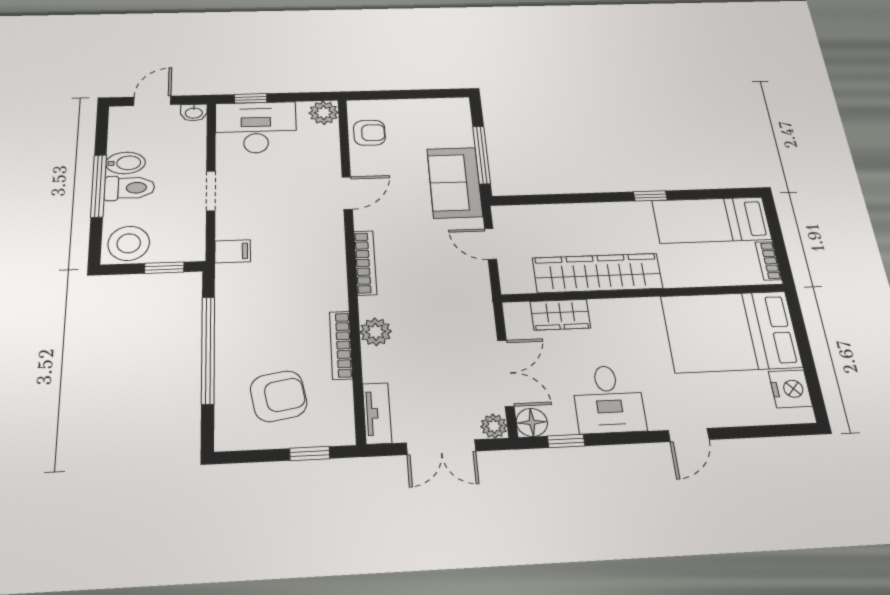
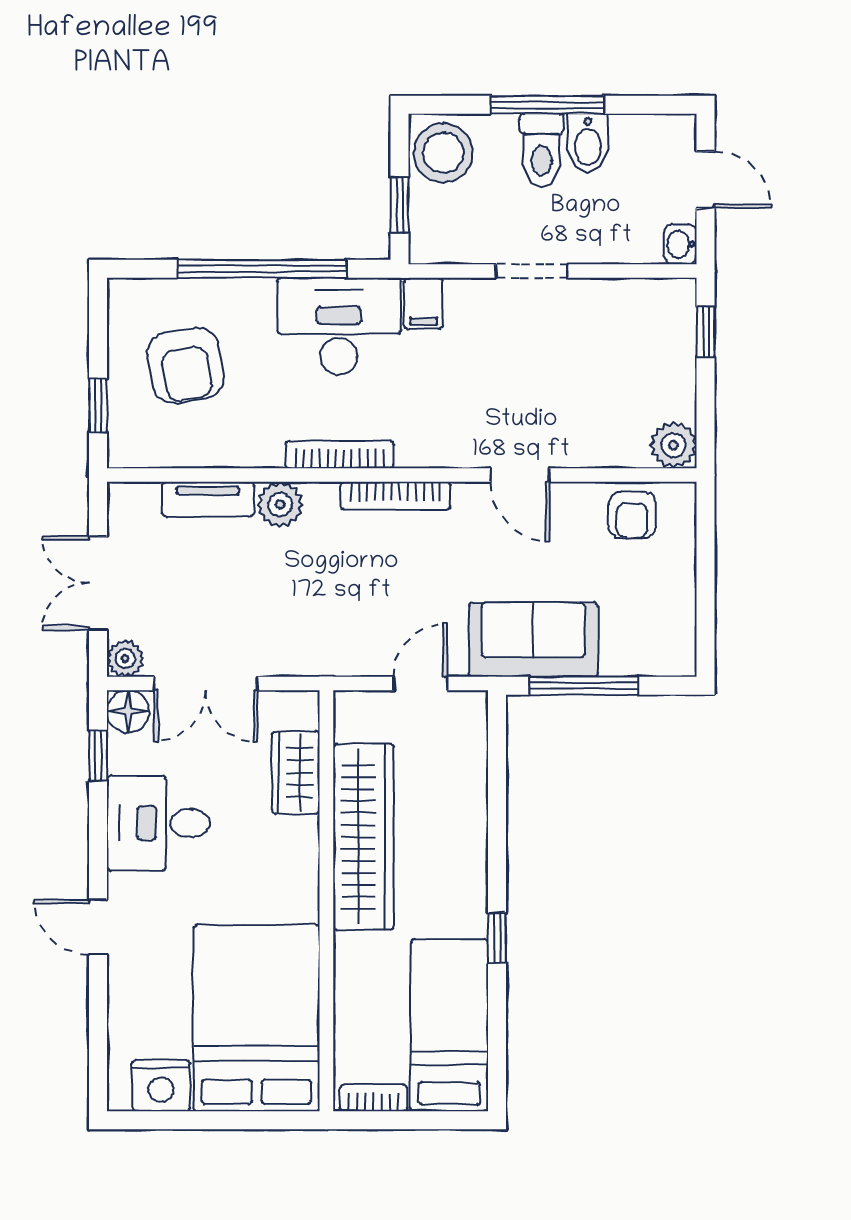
desk: (256, 128) -> (339, 326), moved, turned -90
bookcase: (341, 345) -> (340, 455), moved
tv unit: (377, 413) -> (208, 499), moved

